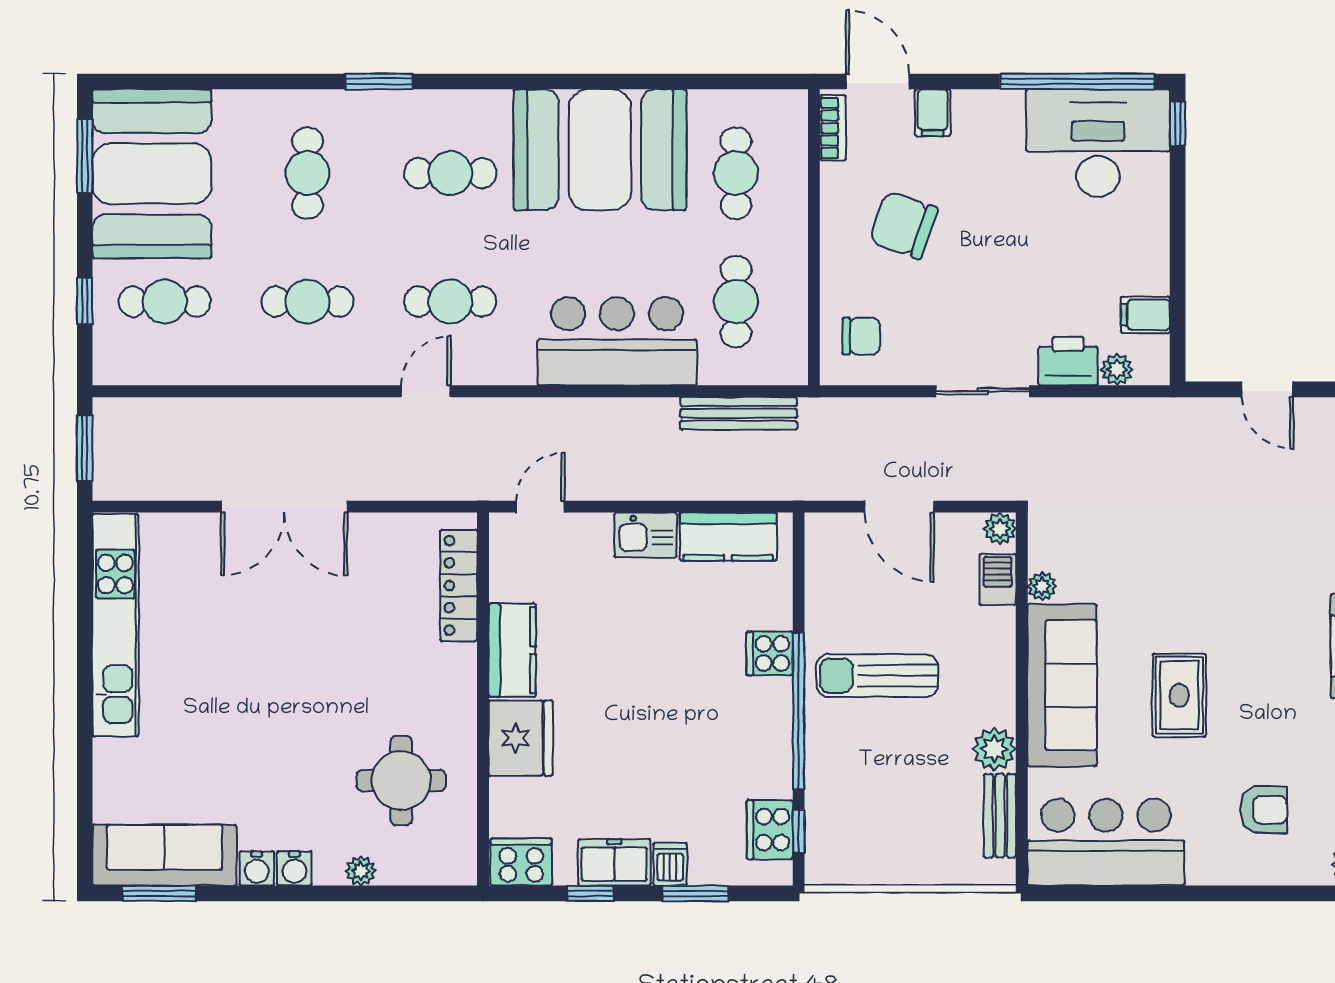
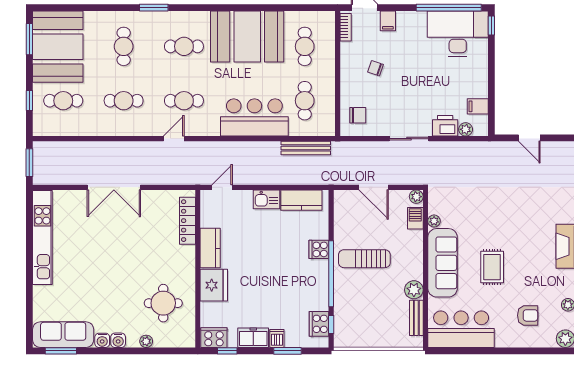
chair: (903, 225) -> (375, 68), width x0.54, depth x0.54
window: (590, 893) -> (227, 351), moved

